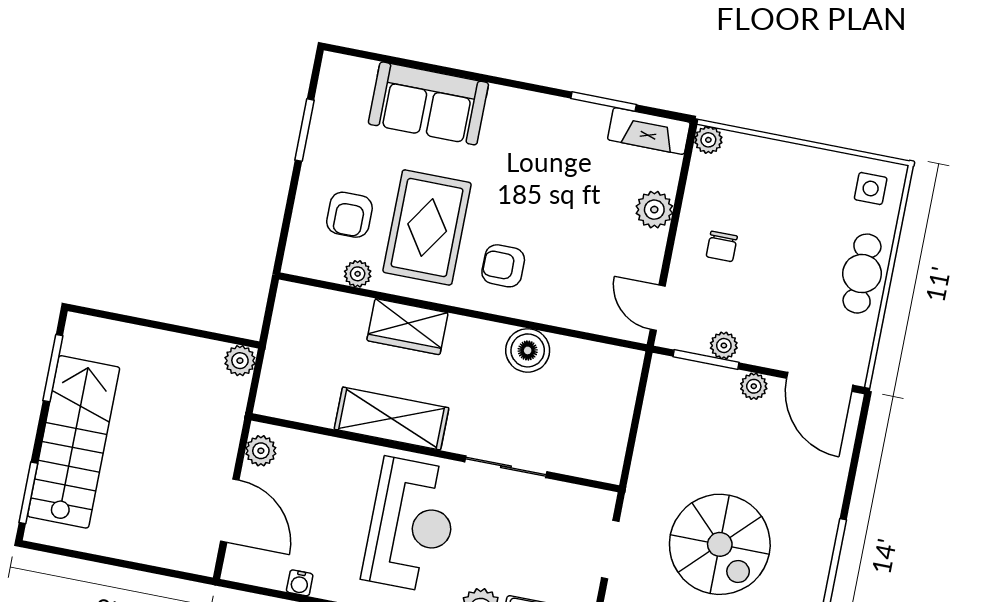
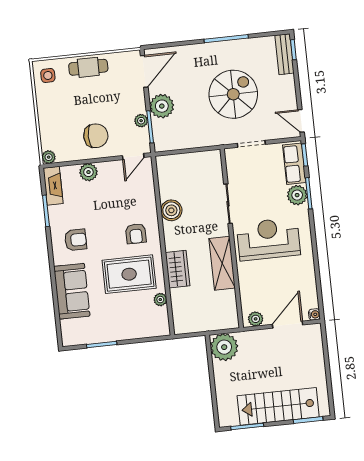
armchair: (349, 215) -> (76, 240), moved
chair: (722, 246) -> (96, 136), width x1.87, depth x1.87
plant: (240, 361) -> (224, 347), width x1.87, depth x1.87
plant: (754, 386) -> (162, 106), width x1.88, depth x1.88
water cooler: (300, 583) -> (314, 314), moved

